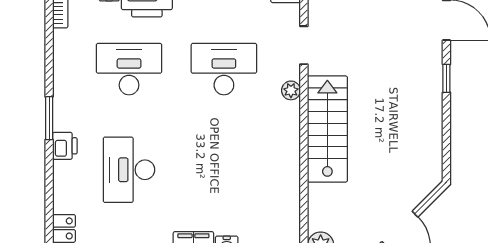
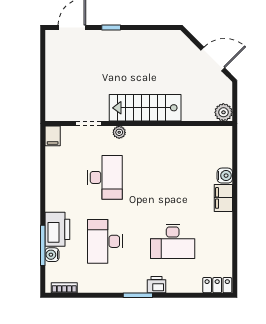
desk: (224, 69) -> (105, 177), turned 180

